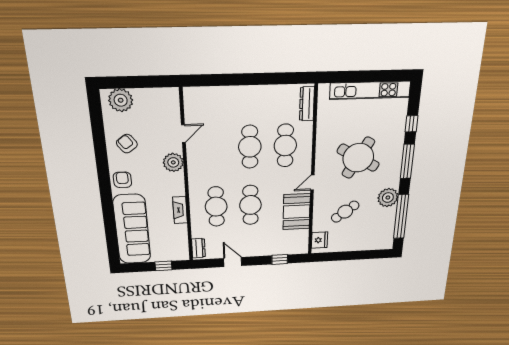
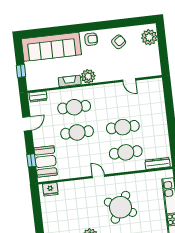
plant: (173, 162) -> (88, 76), moved
booth: (297, 212) -> (46, 161), moved, turned 90
cafe table: (345, 212) -> (76, 205), removed

